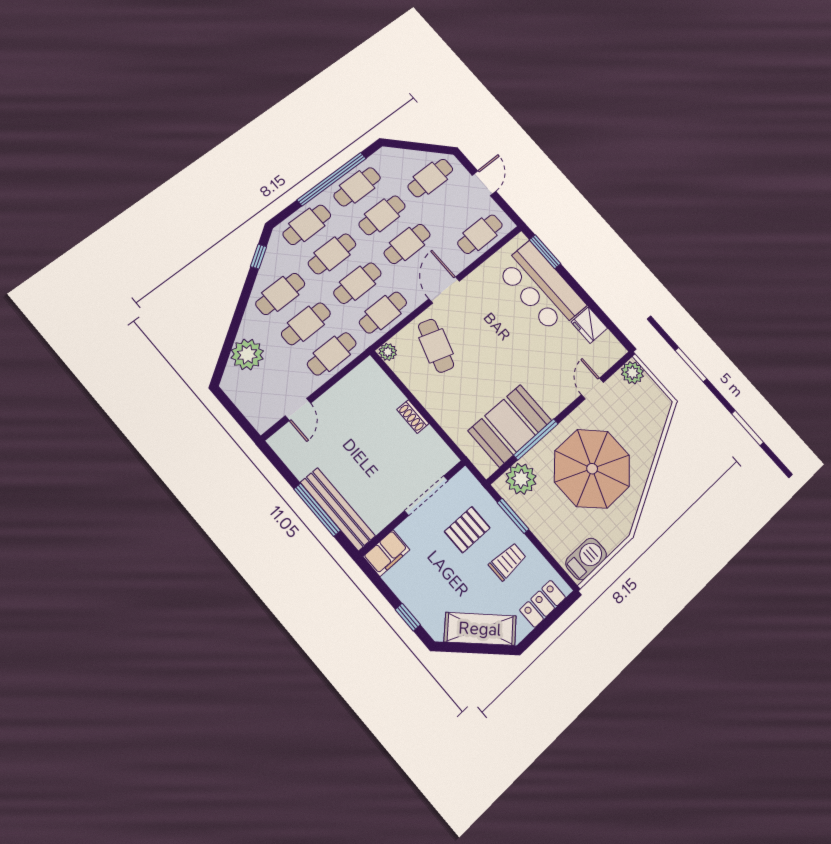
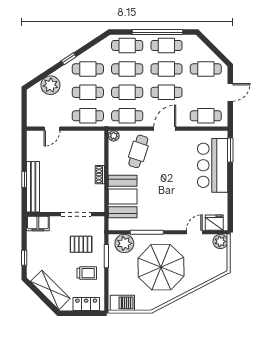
window: (258, 257) -> (69, 59), moved
fridge: (589, 325) -> (214, 223), moved, turned 90
booth: (510, 426) -> (123, 196), moved, turned 90
window: (317, 510) -> (24, 179), width x0.46

